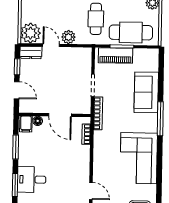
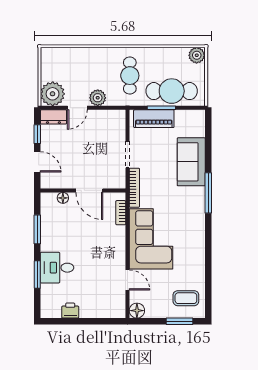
door: (51, 45) -> (77, 108), swing flipped
filing cabinet: (26, 124) -> (49, 202), removed
corner sofa: (139, 158) -> (151, 239), moved, turned 180

